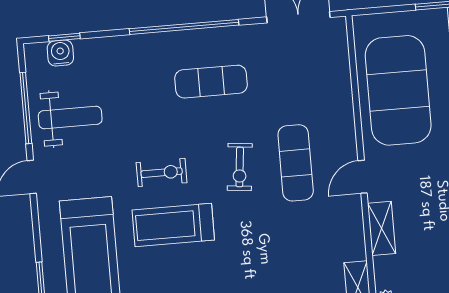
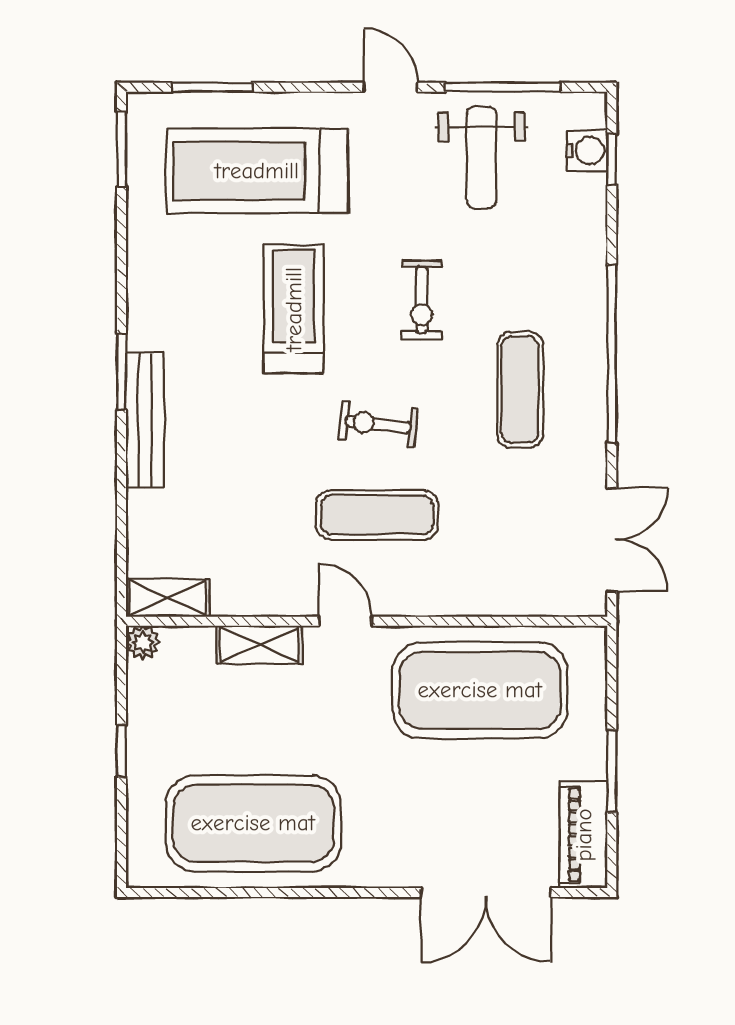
exercise bike: (162, 173) -> (422, 300), moved

